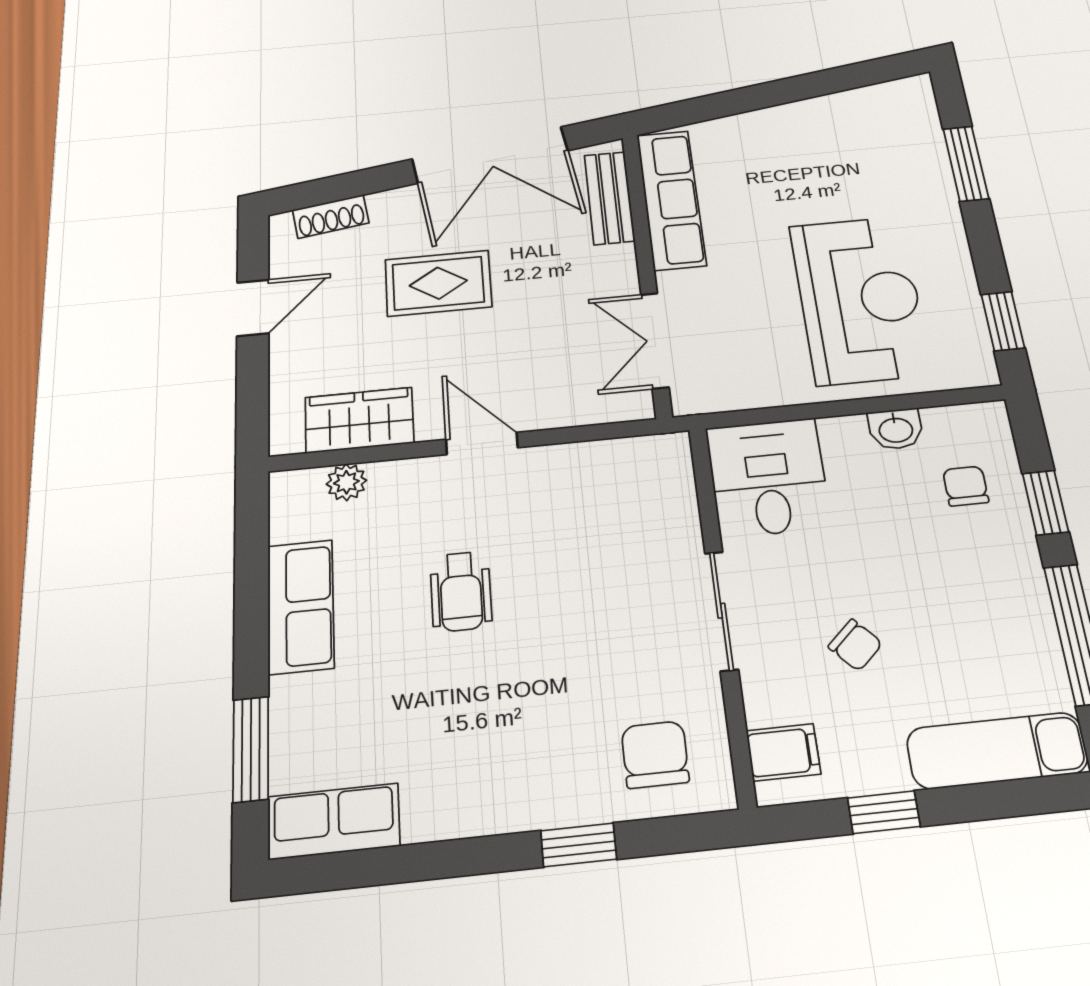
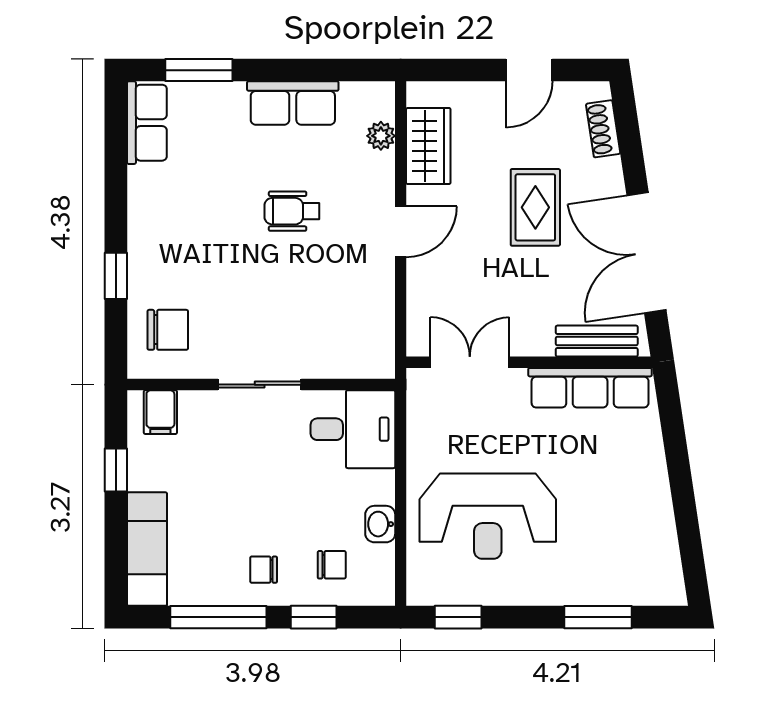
door: (253, 308) -> (529, 70), hinge flipped
chair: (855, 645) -> (264, 570), moved, turned 43

